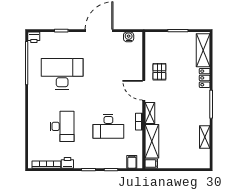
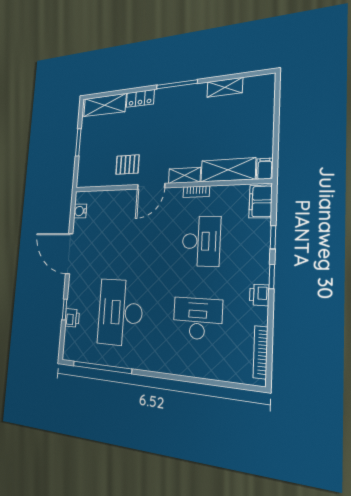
printer: (34, 37) -> (72, 318), moved
filing cabinet: (132, 162) -> (261, 201), width x2.00
printer: (67, 163) -> (259, 295), moved

